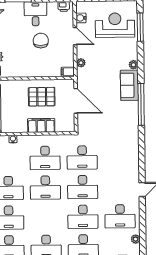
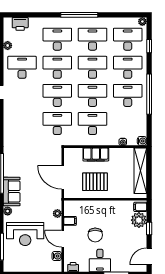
reception desk: (115, 25) -> (25, 234), moved
filing cabinet: (68, 72) -> (70, 221), moved
desk: (46, 217) -> (92, 67), added

